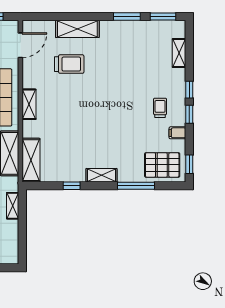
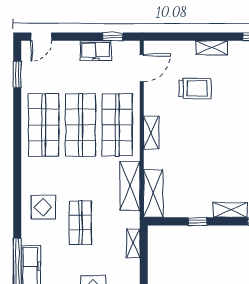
shelving: (77, 29) -> (212, 48), width x0.67, depth x0.75

